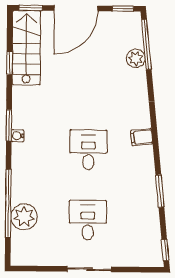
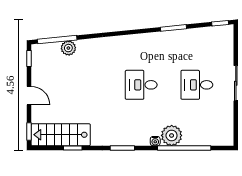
door: (76, 8) -> (29, 96), width x0.53
water cooler: (18, 136) -> (155, 141), moved
filing cabinet: (142, 137) -> (131, 43), removed
plant: (24, 217) -> (172, 135), moved

